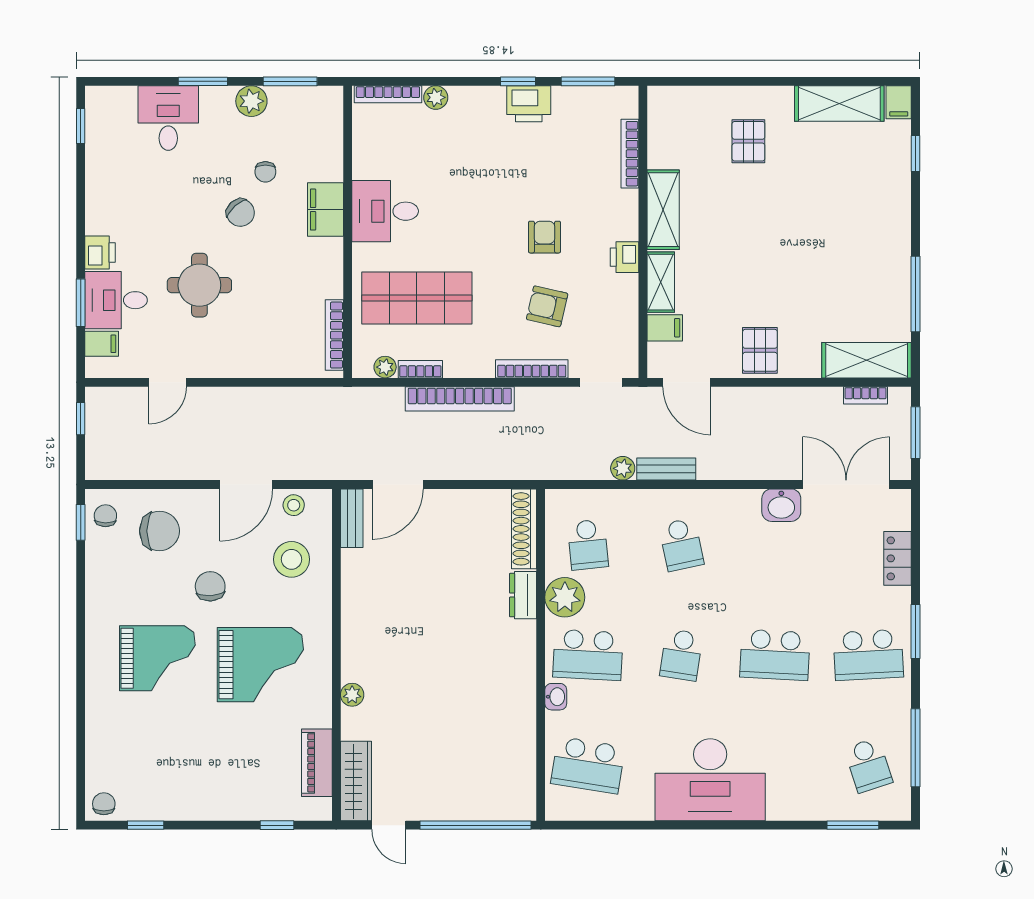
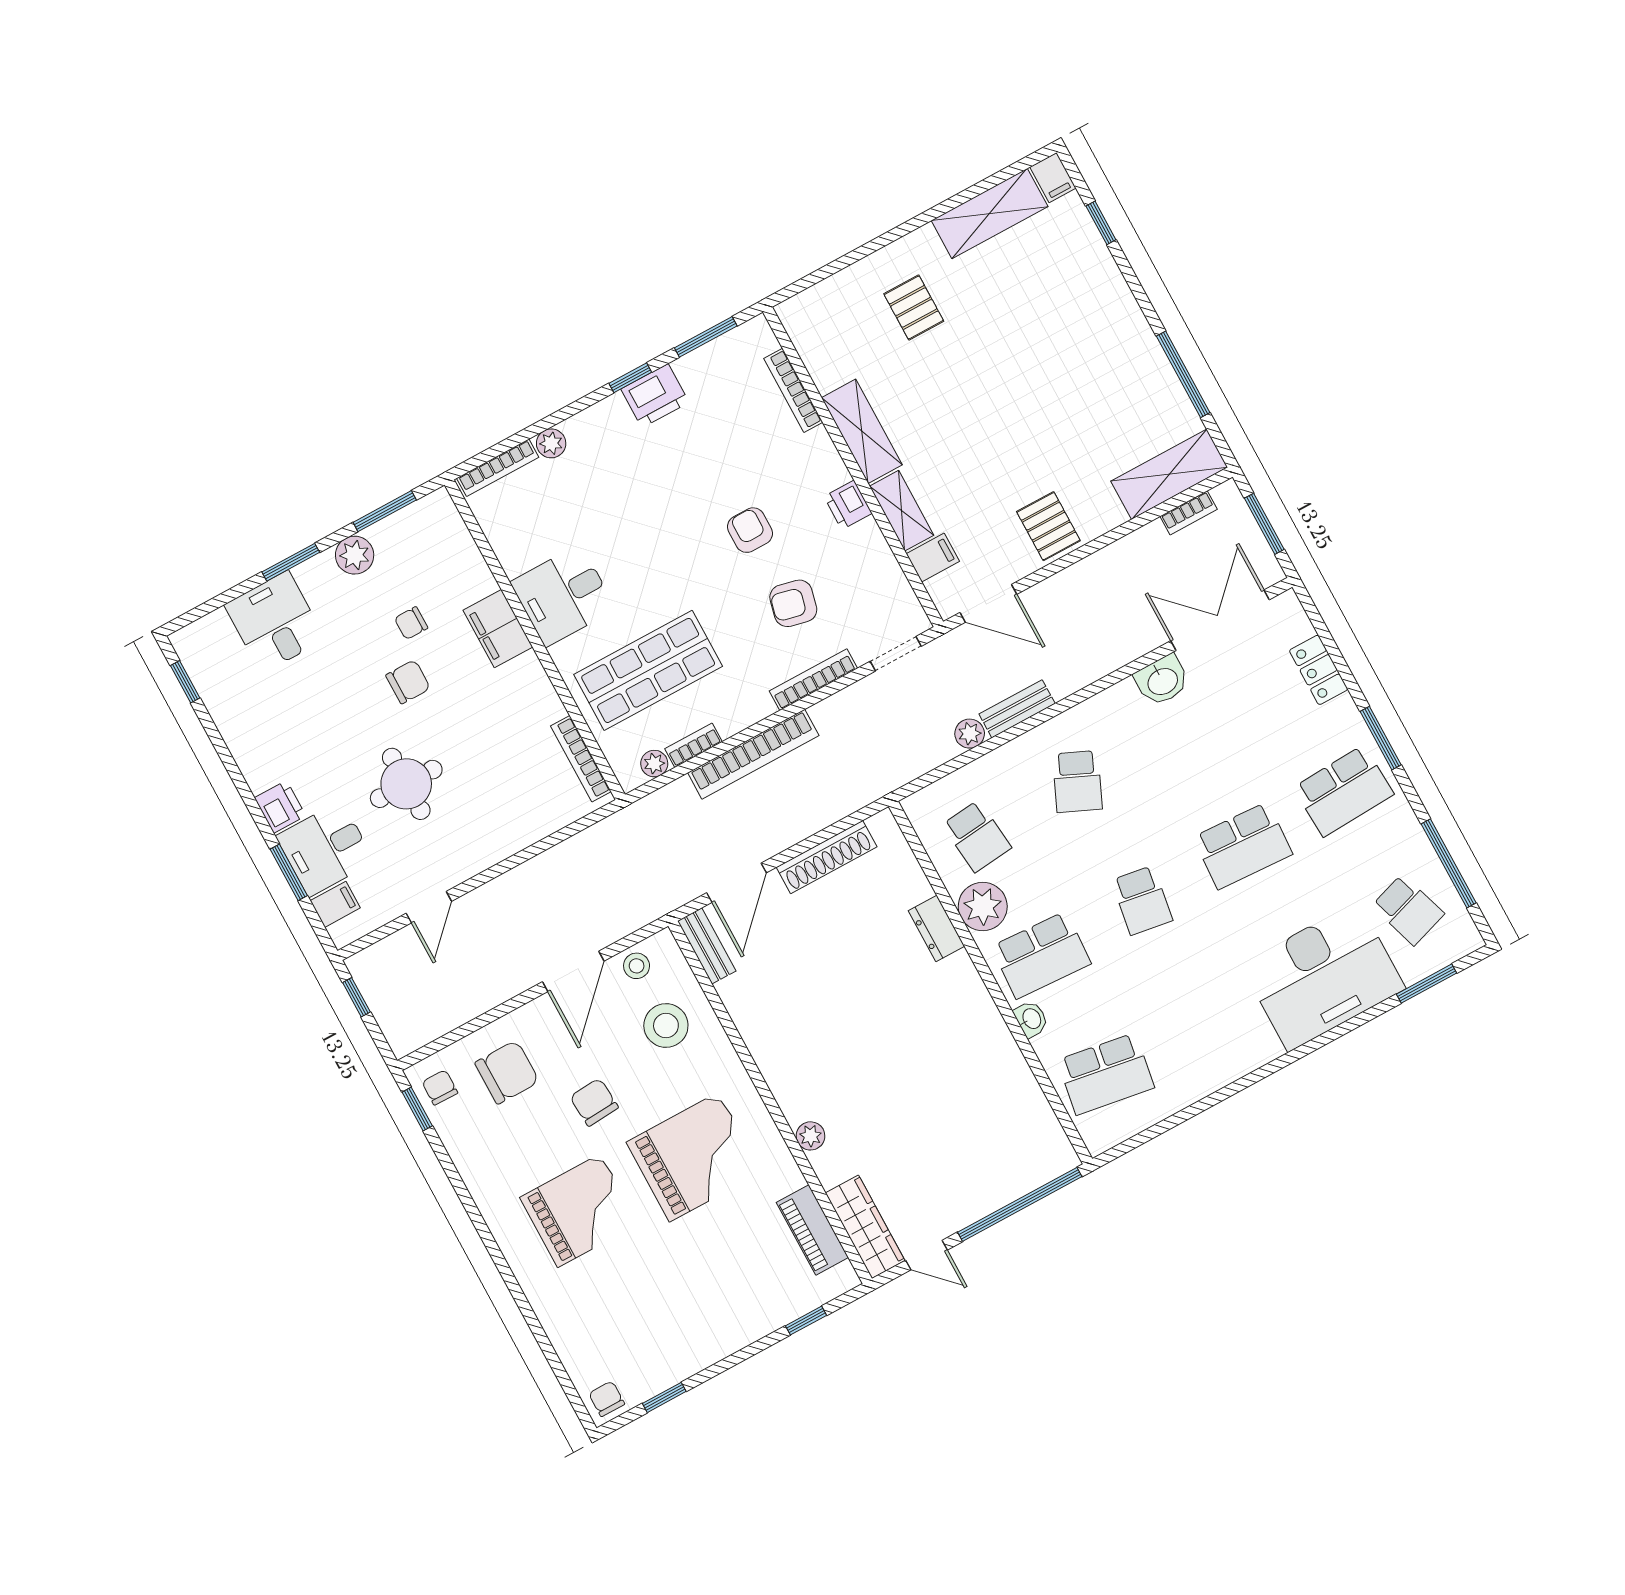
chair: (265, 172) -> (411, 623), turned 90
chair: (240, 213) -> (408, 682), turned -48
shoe rack: (524, 529) -> (827, 857), moved, turned -90
school desk: (681, 545) -> (1077, 781), turned 36
desk: (710, 780) -> (1323, 976), moved

